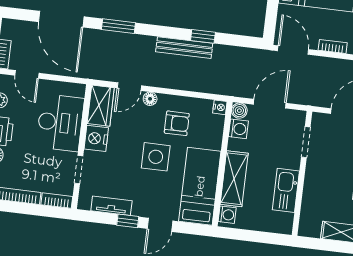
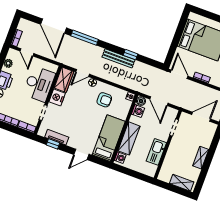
window: (118, 26) -> (85, 38), width x1.44
door: (270, 104) -> (159, 101), swing flipped
side table: (156, 157) -> (88, 116), removed
window: (128, 221) -> (53, 144), moved

